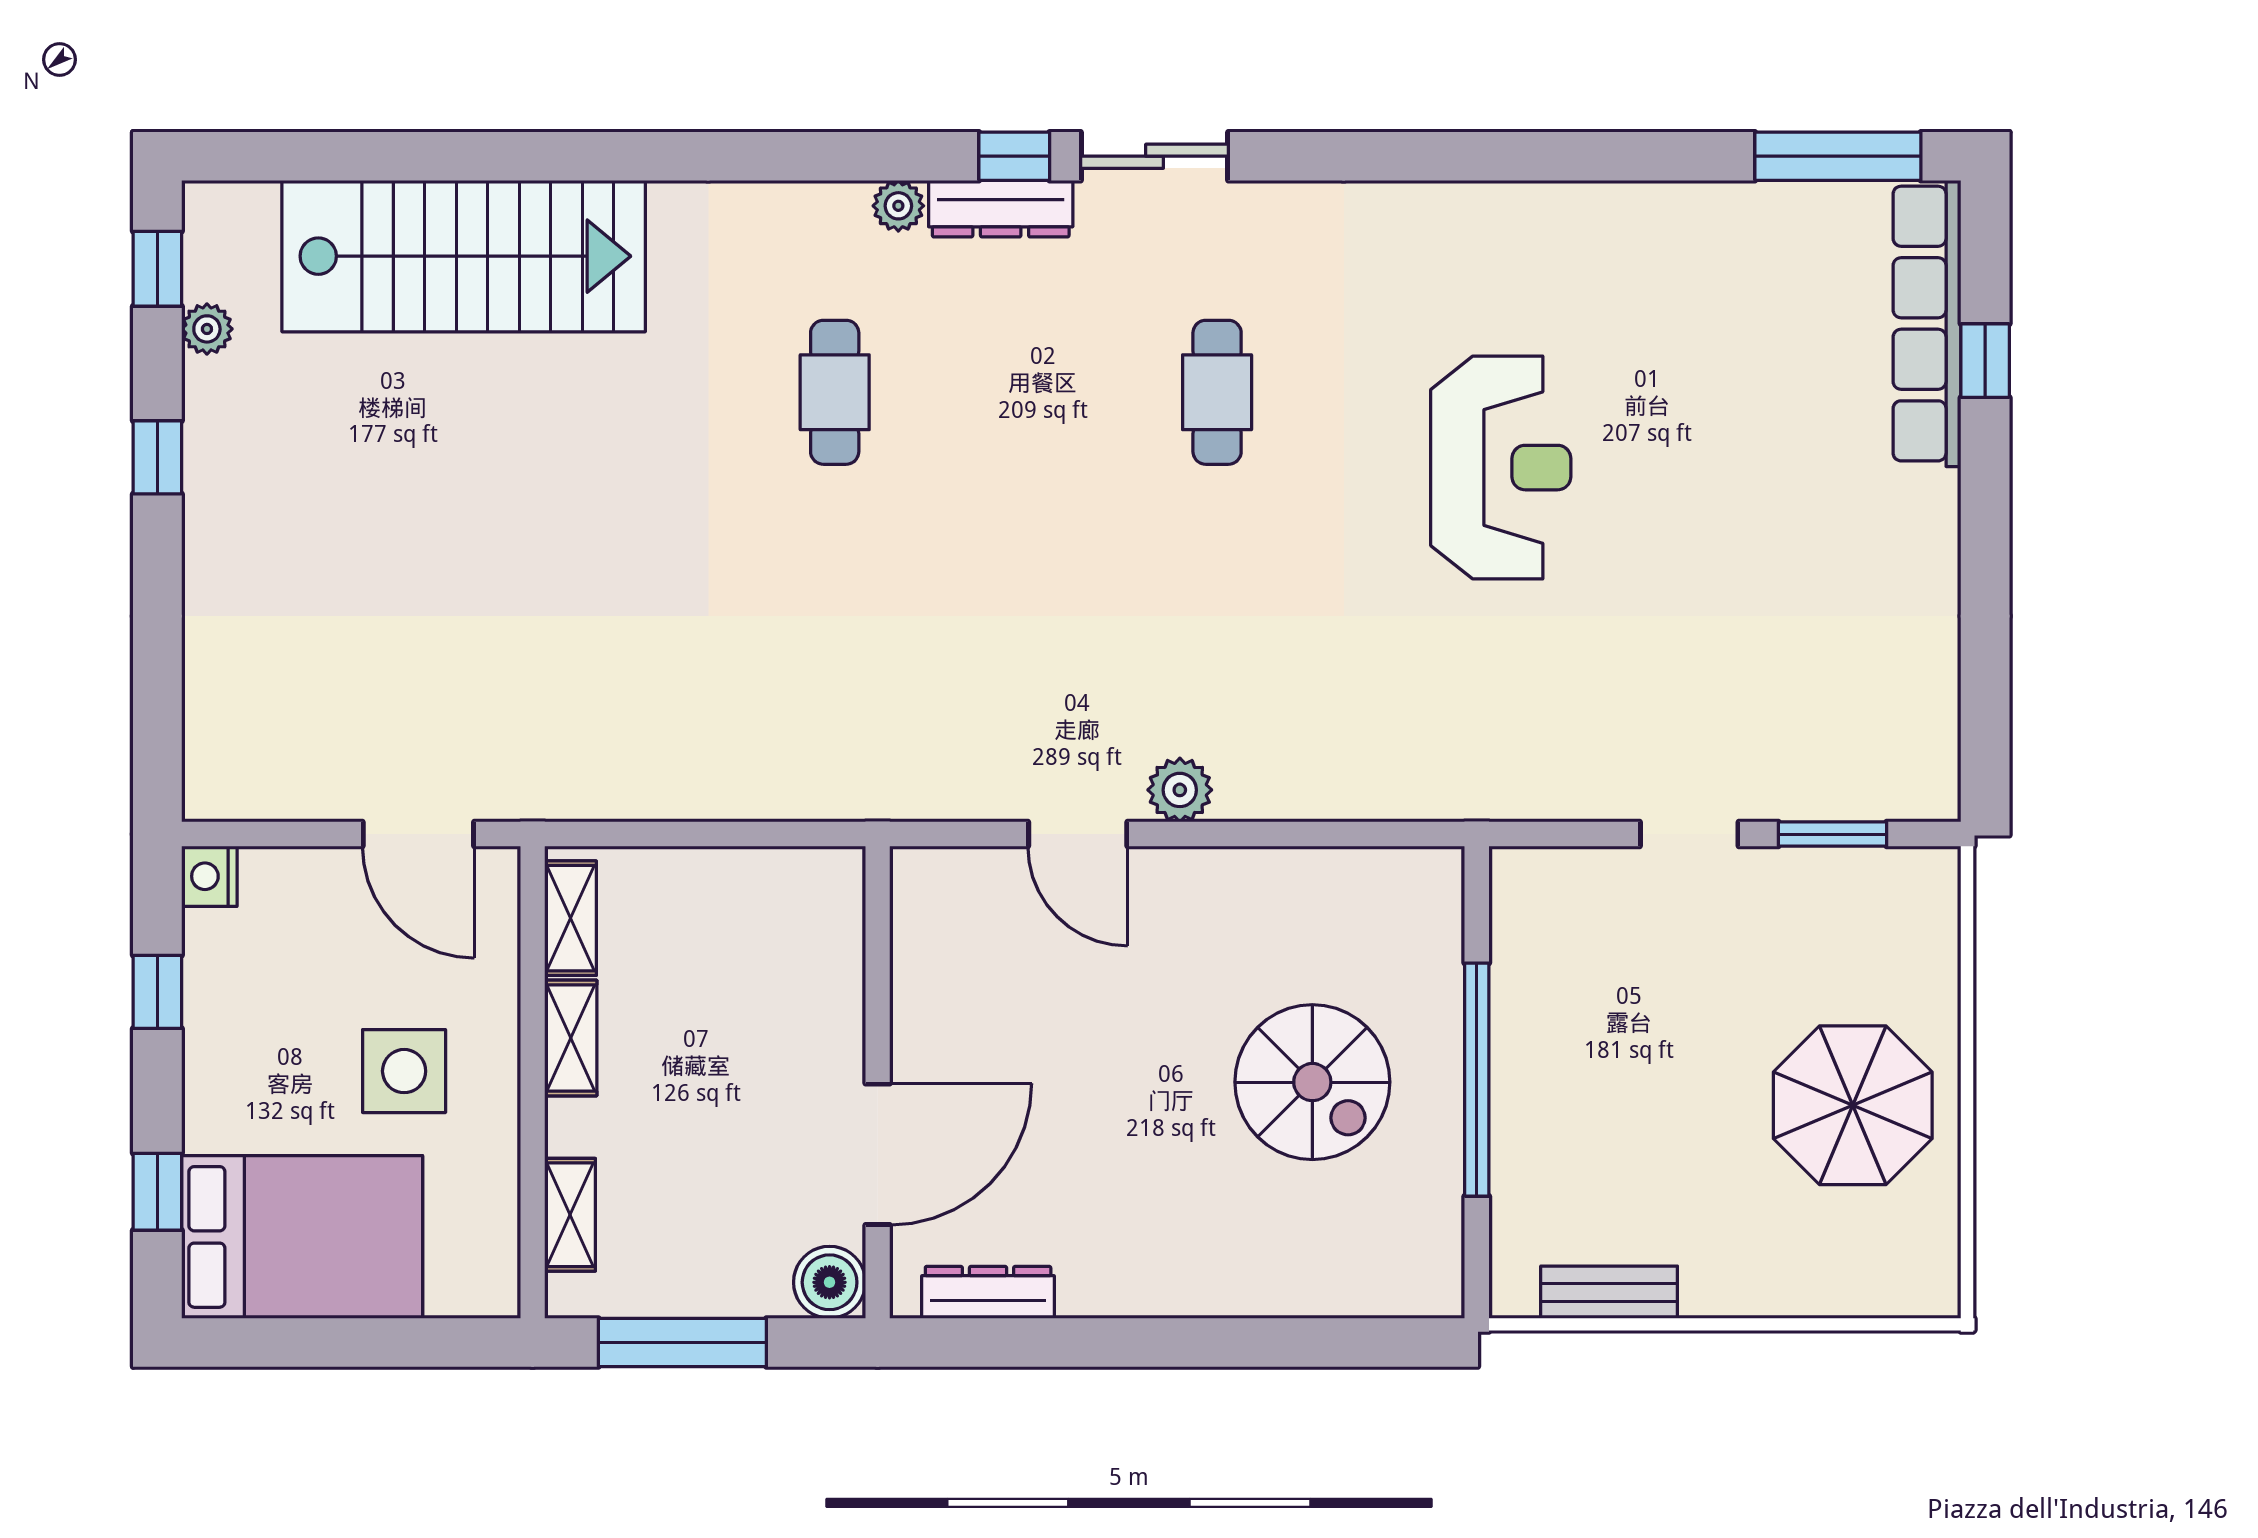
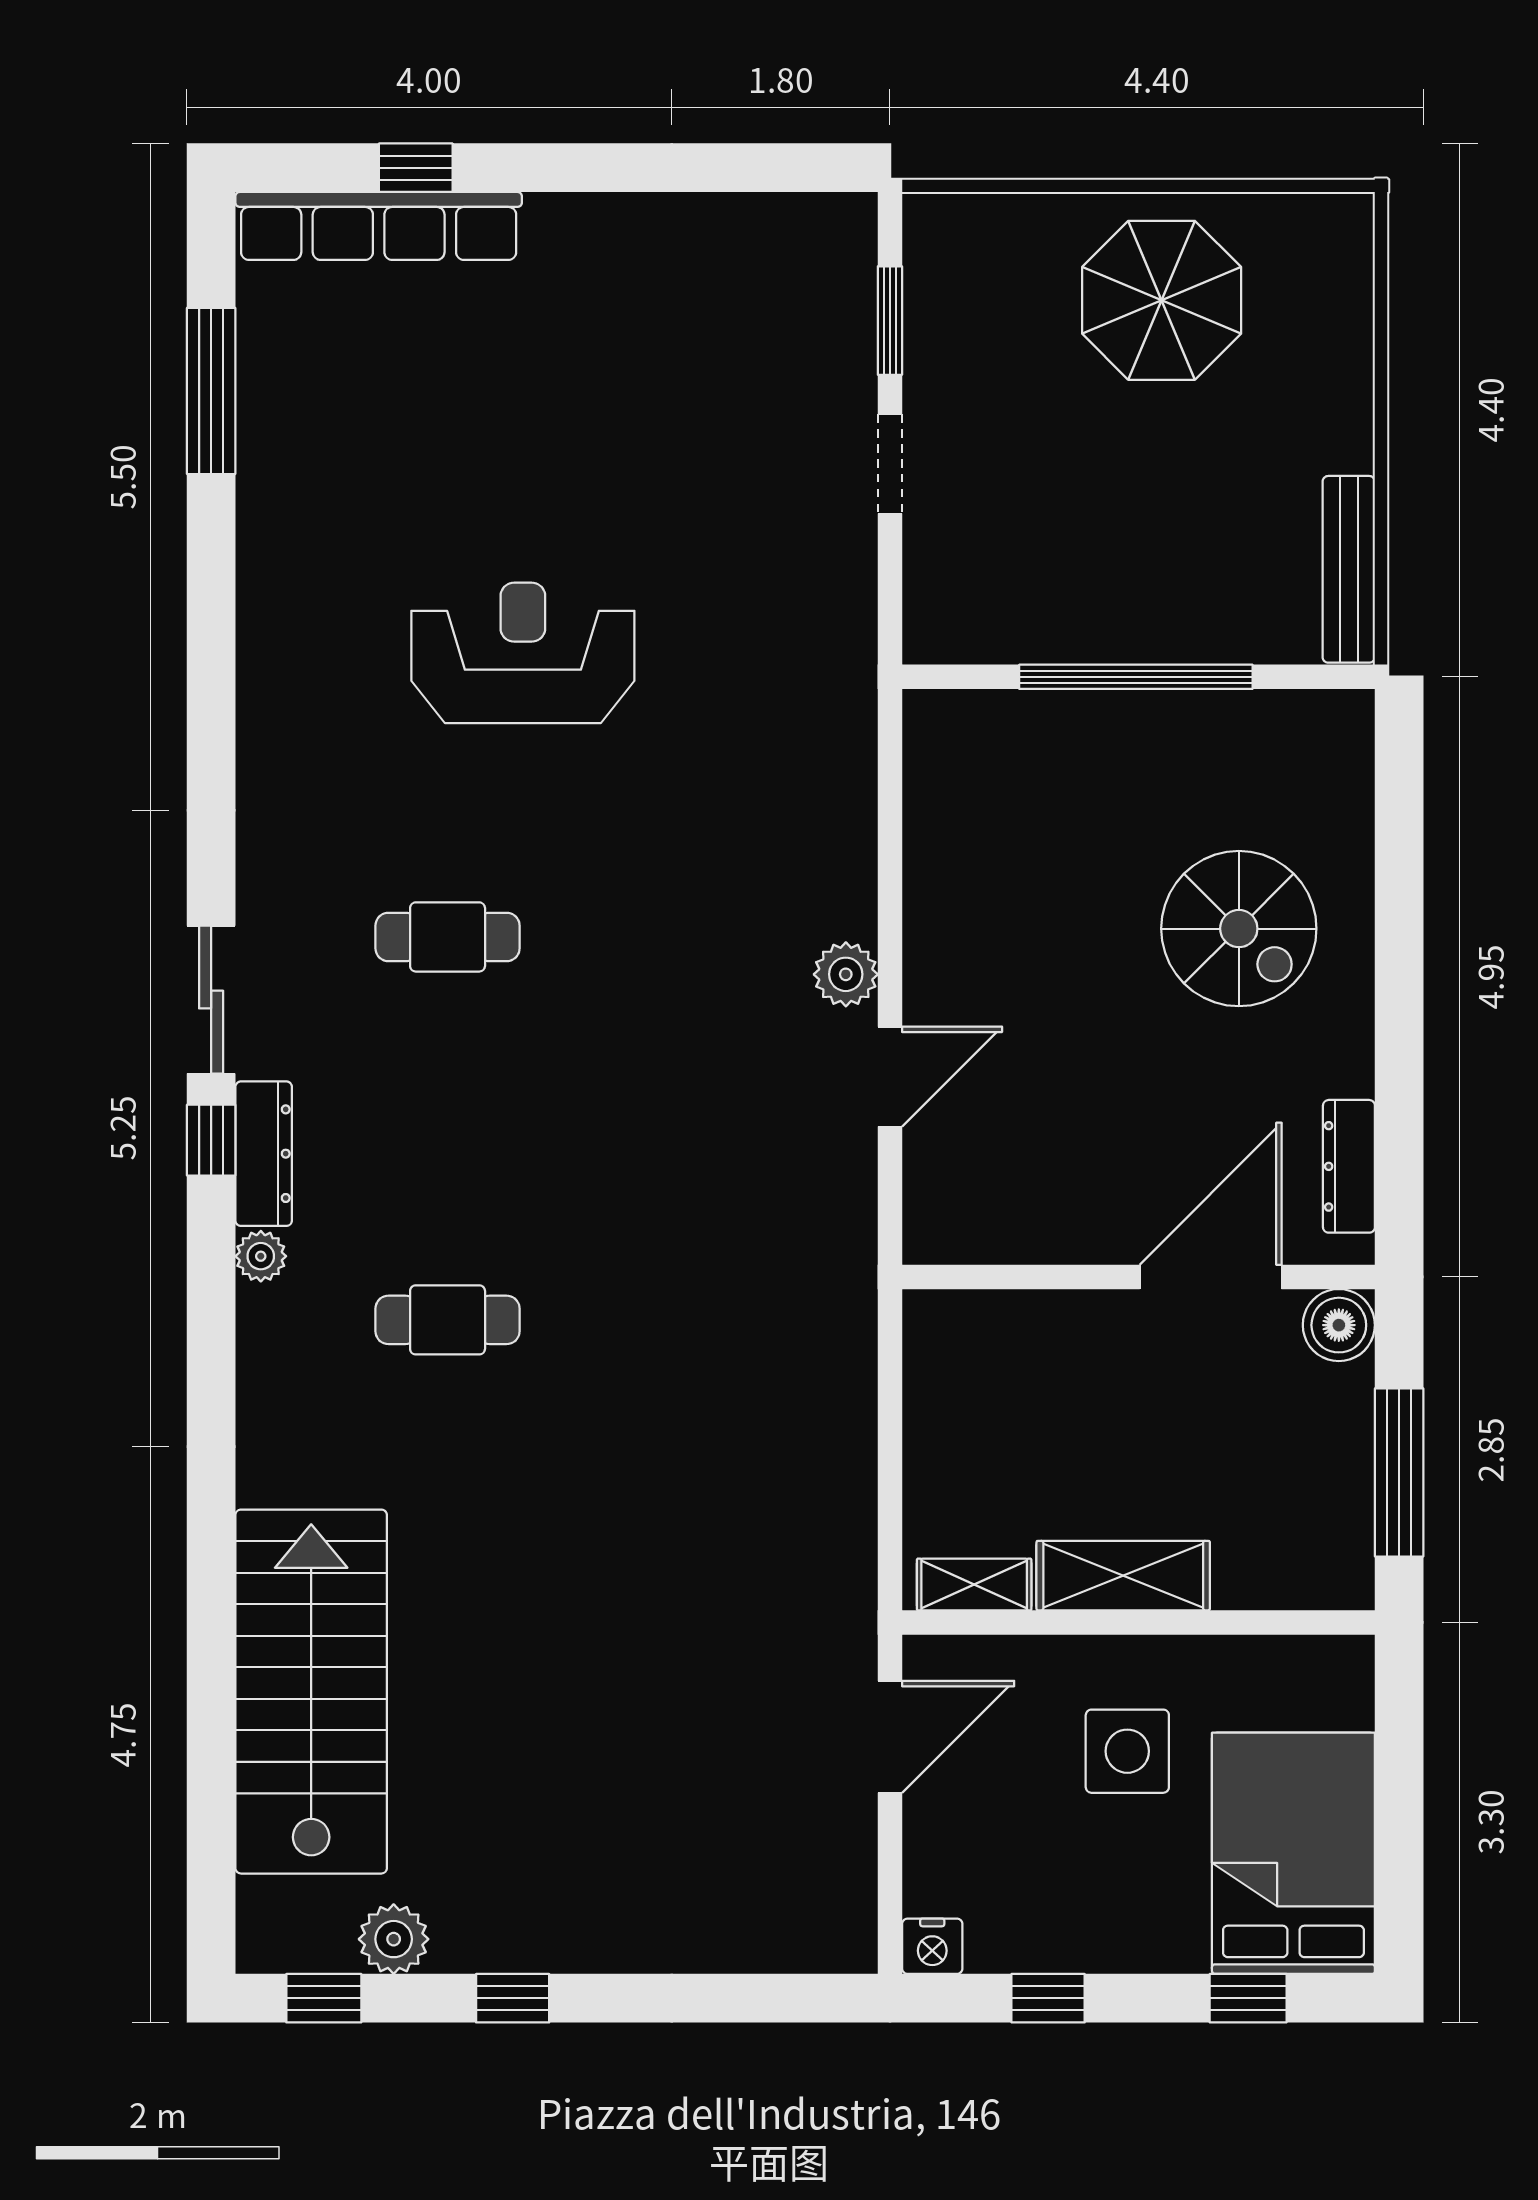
window: (1838, 156) -> (211, 391), moved
plant: (207, 329) -> (394, 1939), width x1.38, depth x1.38
shelving: (571, 1038) -> (1123, 1576), width x1.50, depth x1.33
spiral stairs: (1312, 1082) -> (1239, 929), moved, turned 90
door: (878, 1154) -> (1211, 1277), hinge flipped
shelving: (570, 1215) -> (1271, 1585), removed
bench: (1609, 1292) -> (1349, 569), width x1.36

